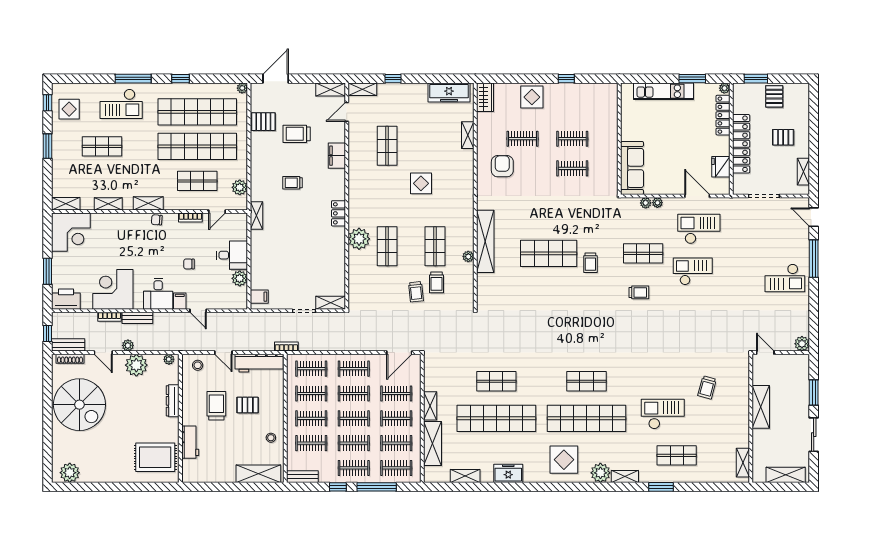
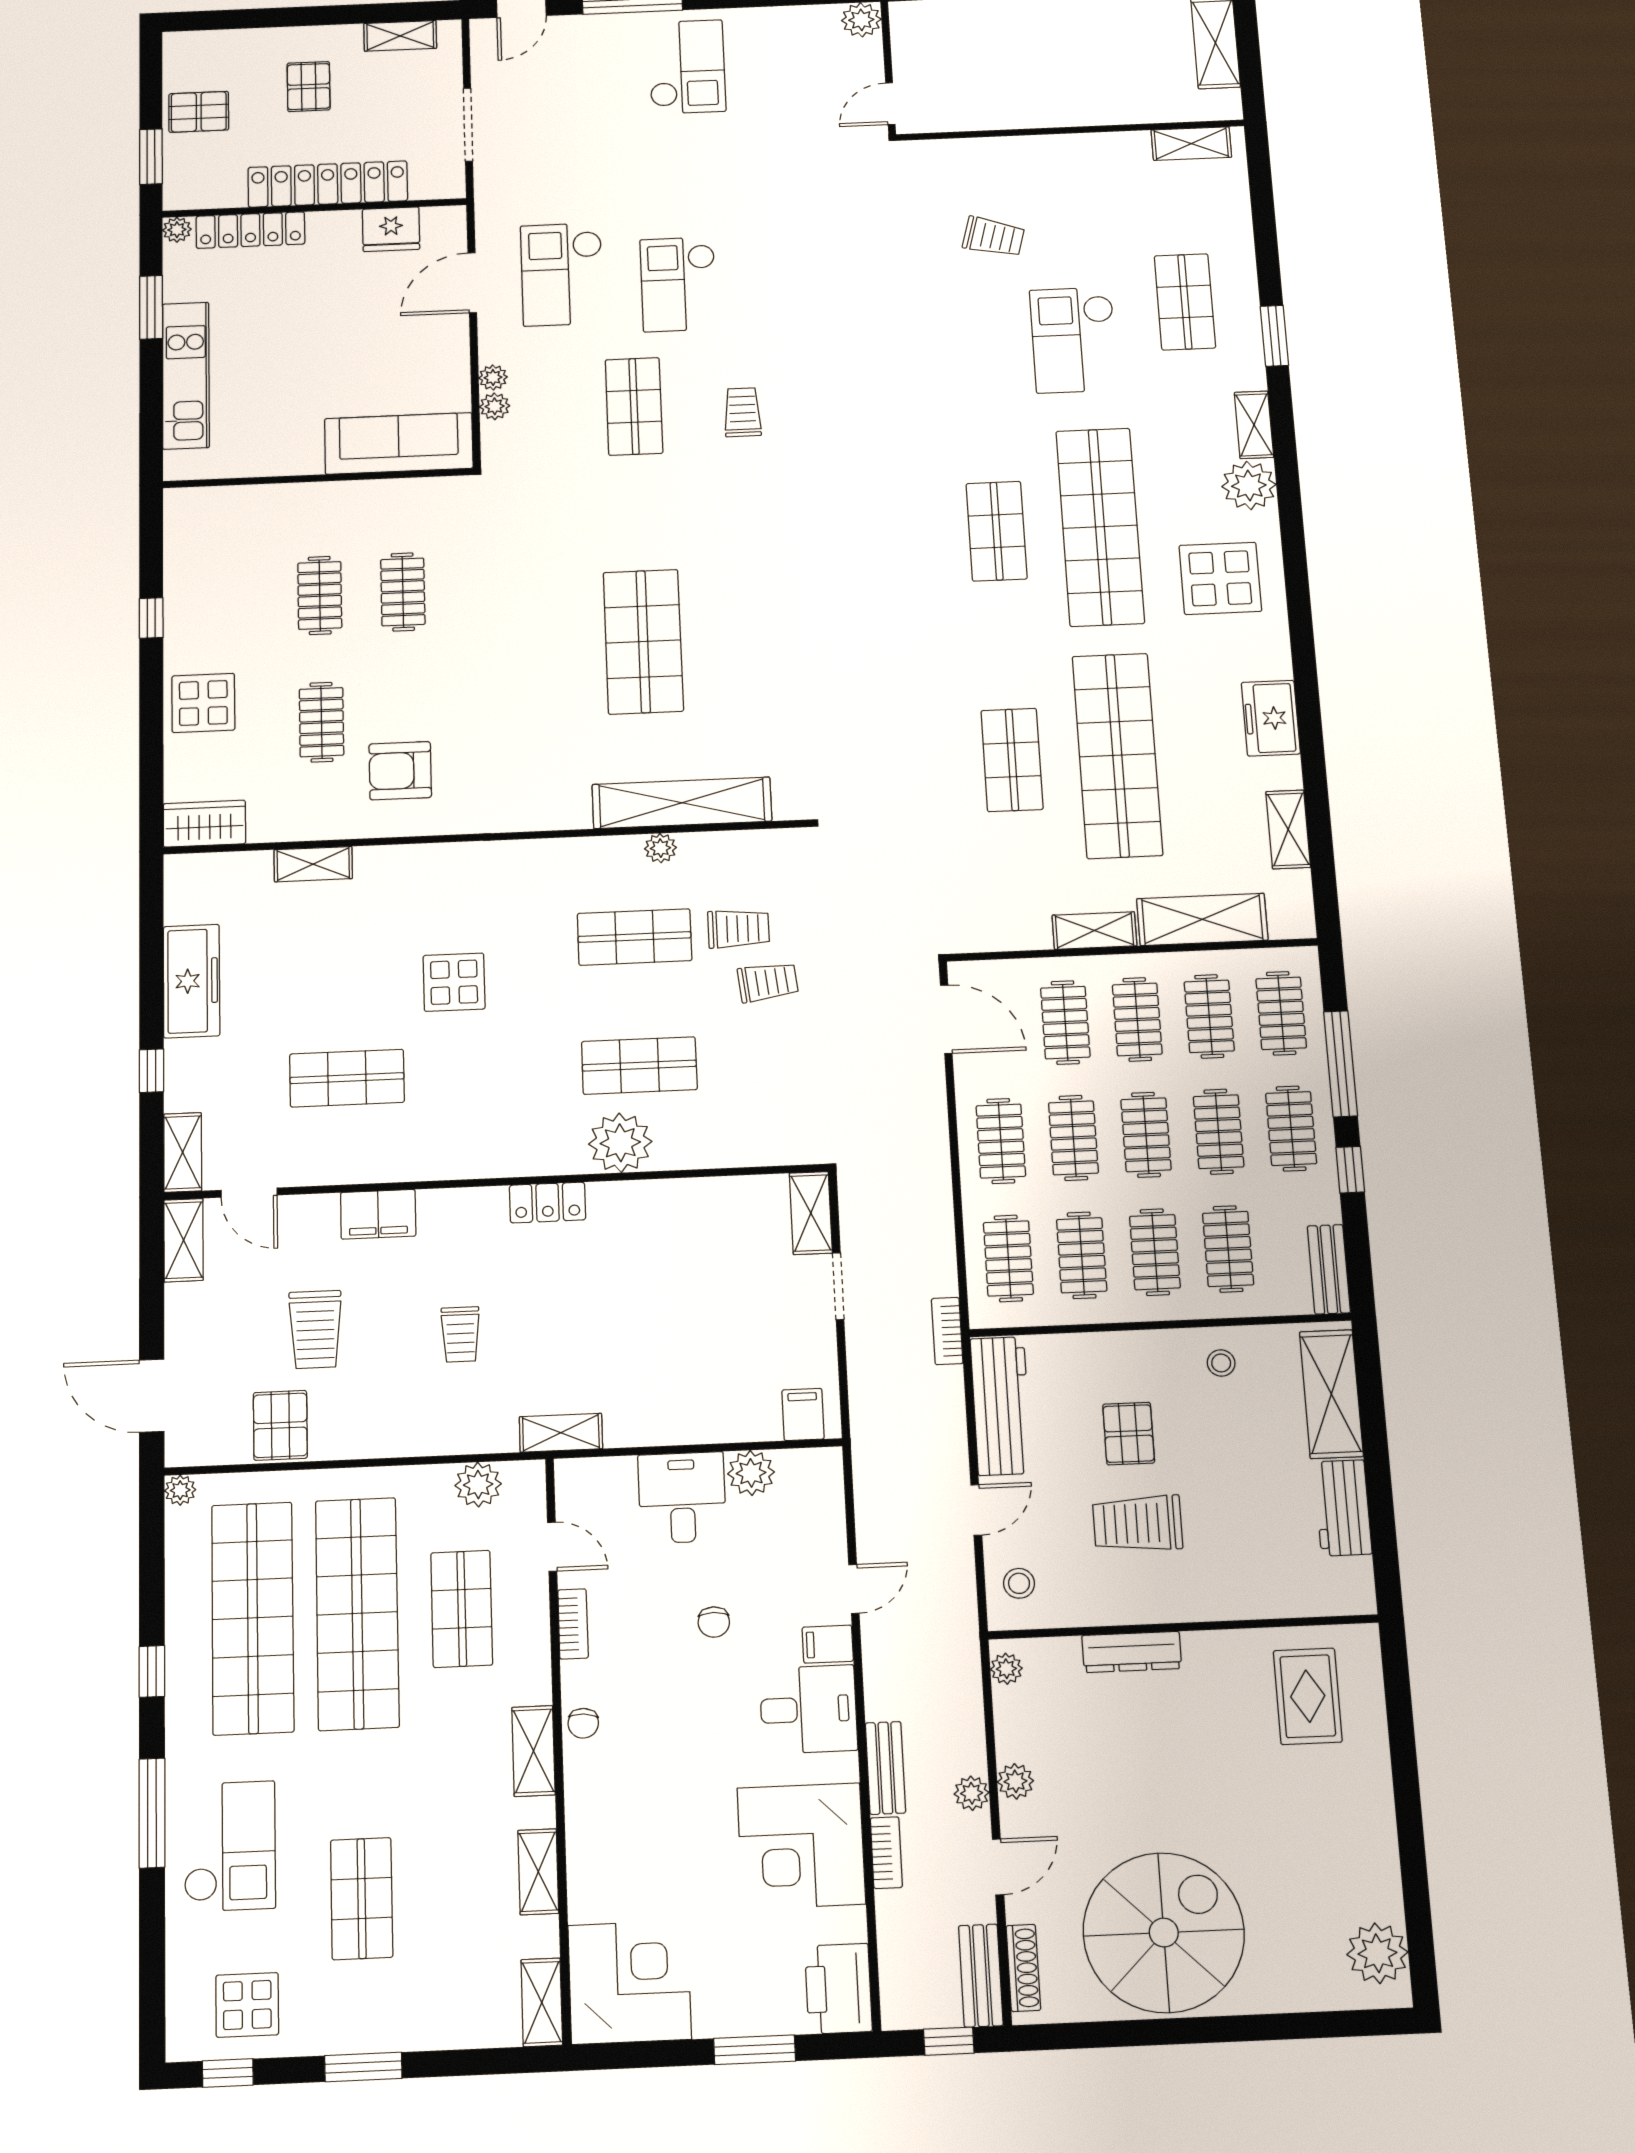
freezer: (449, 92) -> (192, 981), moved
shelving: (485, 241) -> (682, 803), moved
trolley: (590, 263) -> (665, 535), removed
plant: (136, 365) -> (1015, 1781), width x0.53, depth x0.53
shelving: (761, 407) -> (1037, 108), removed
workbench: (190, 442) -> (1343, 1508), moved, turned -90
rug: (155, 457) -> (1308, 1696), width x0.73, depth x0.70

